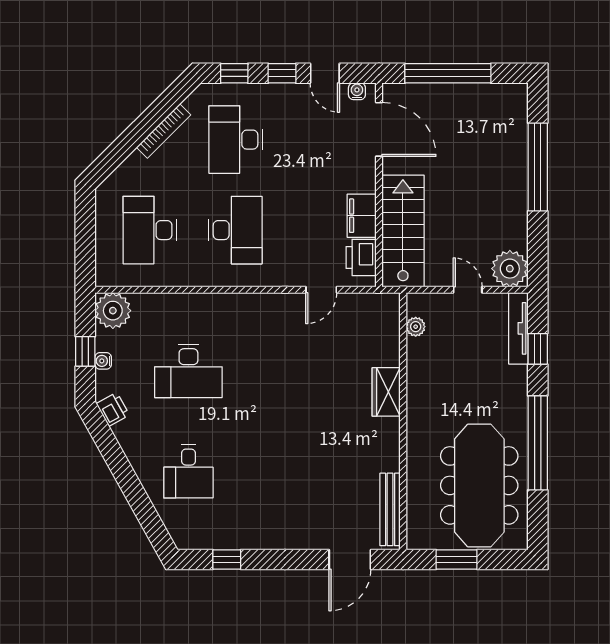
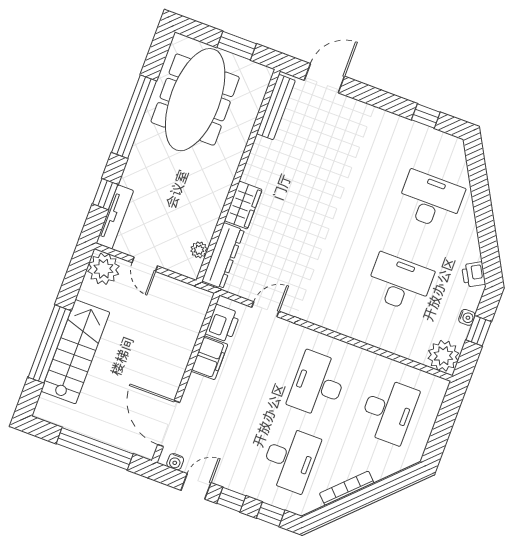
door: (325, 73) -> (196, 486), hinge flipped
stairs: (403, 231) -> (75, 352), moved, turned 180
dresser: (387, 330) -> (223, 256), added
desk: (188, 471) -> (430, 200), width x1.37

